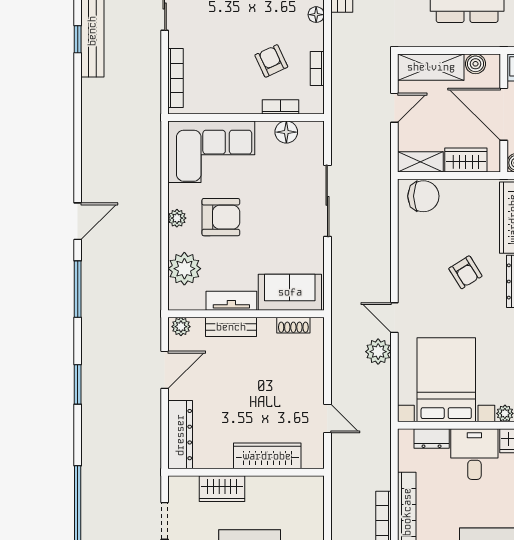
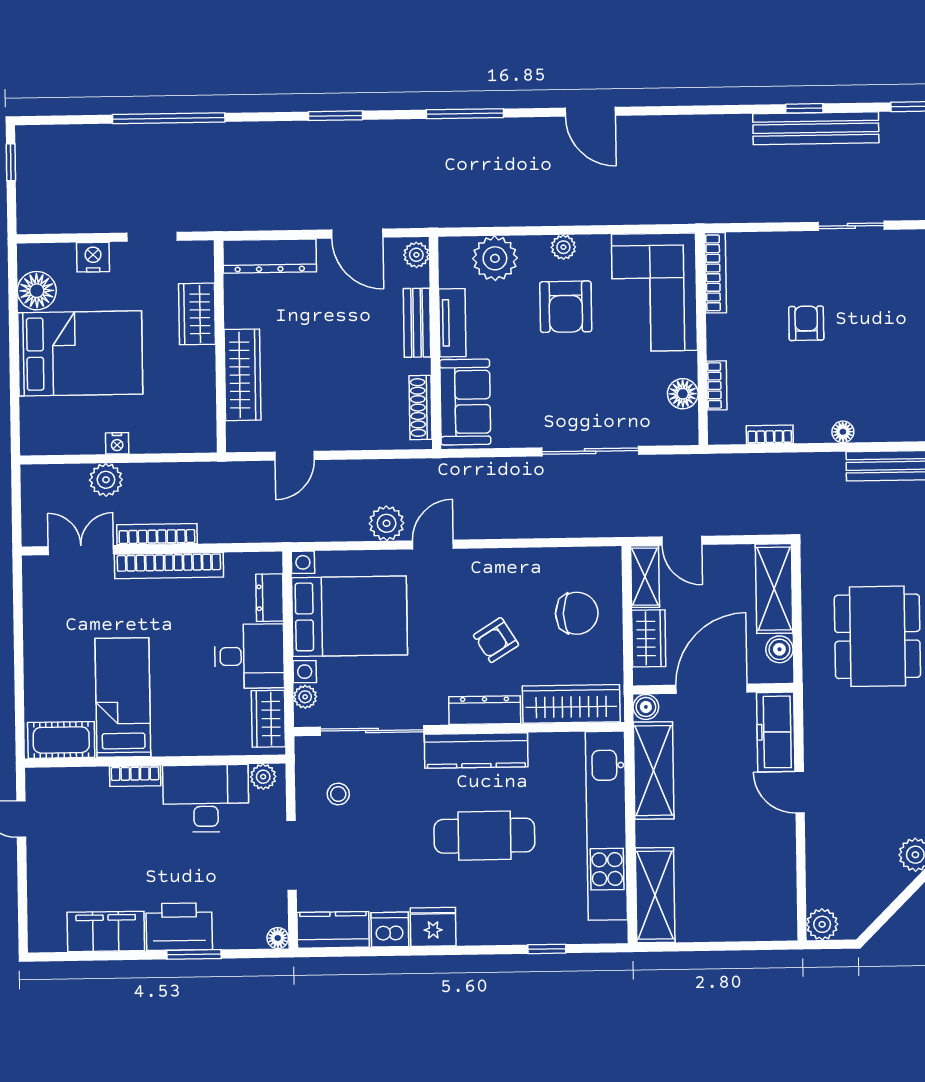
armchair: (271, 61) -> (806, 323), moved, turned -65
bookcase: (176, 78) -> (716, 273), moved, turned -90
door: (394, 108) -> (682, 541), moved
chair: (423, 196) -> (577, 613), moved, turned -90
door: (78, 221) -> (590, 112), moved
shoe rack: (293, 325) -> (421, 408), width x1.43

